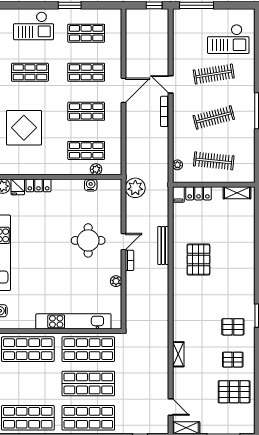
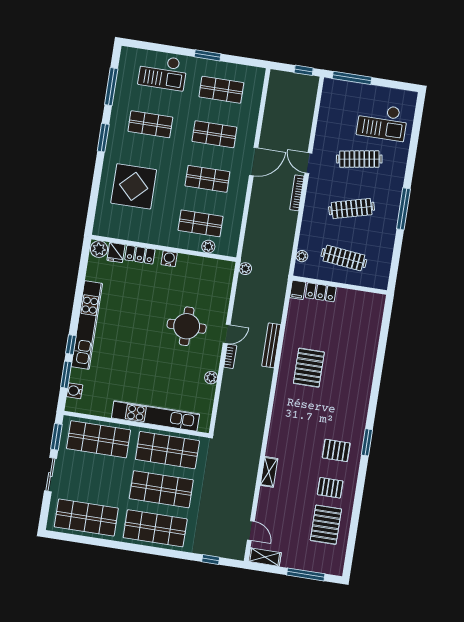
water cooler: (91, 185) -> (169, 259), moved
plant: (135, 188) -> (245, 269), width x0.53, depth x0.53
shelving: (237, 193) -> (365, 299), removed
pallet: (234, 392) -> (326, 525), turned 90

